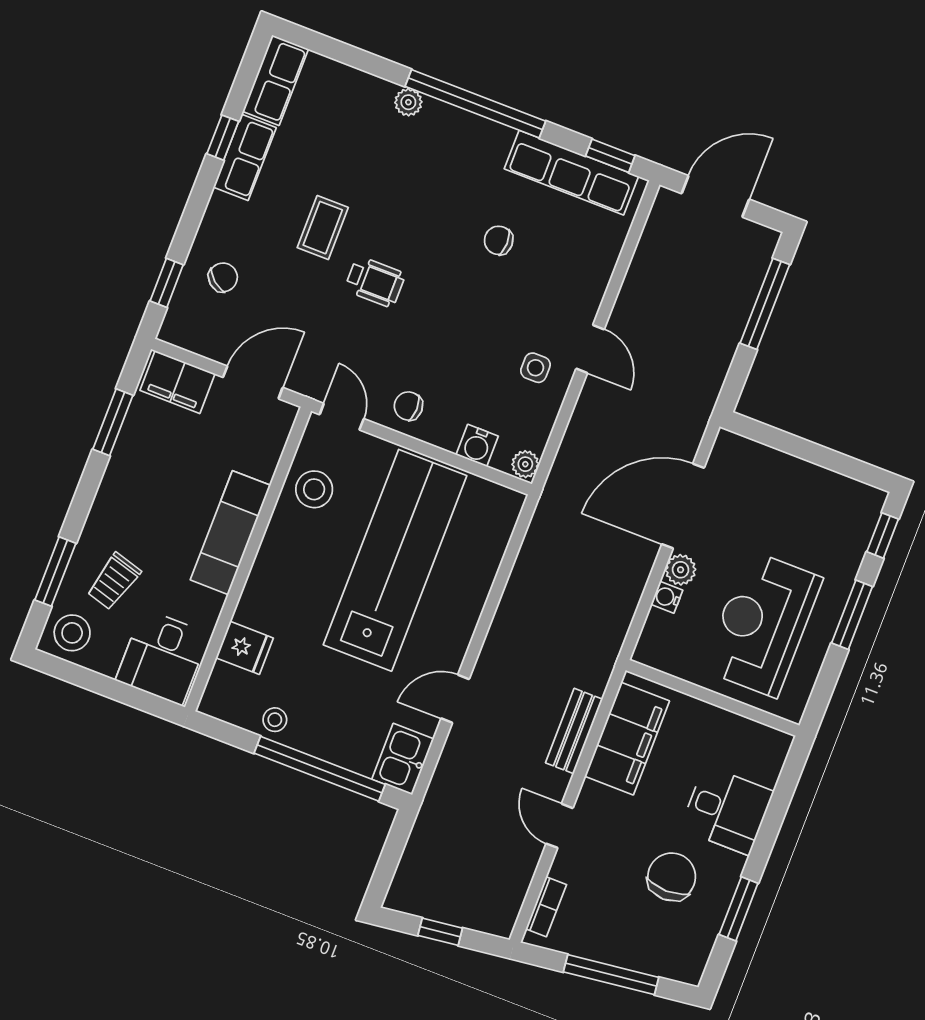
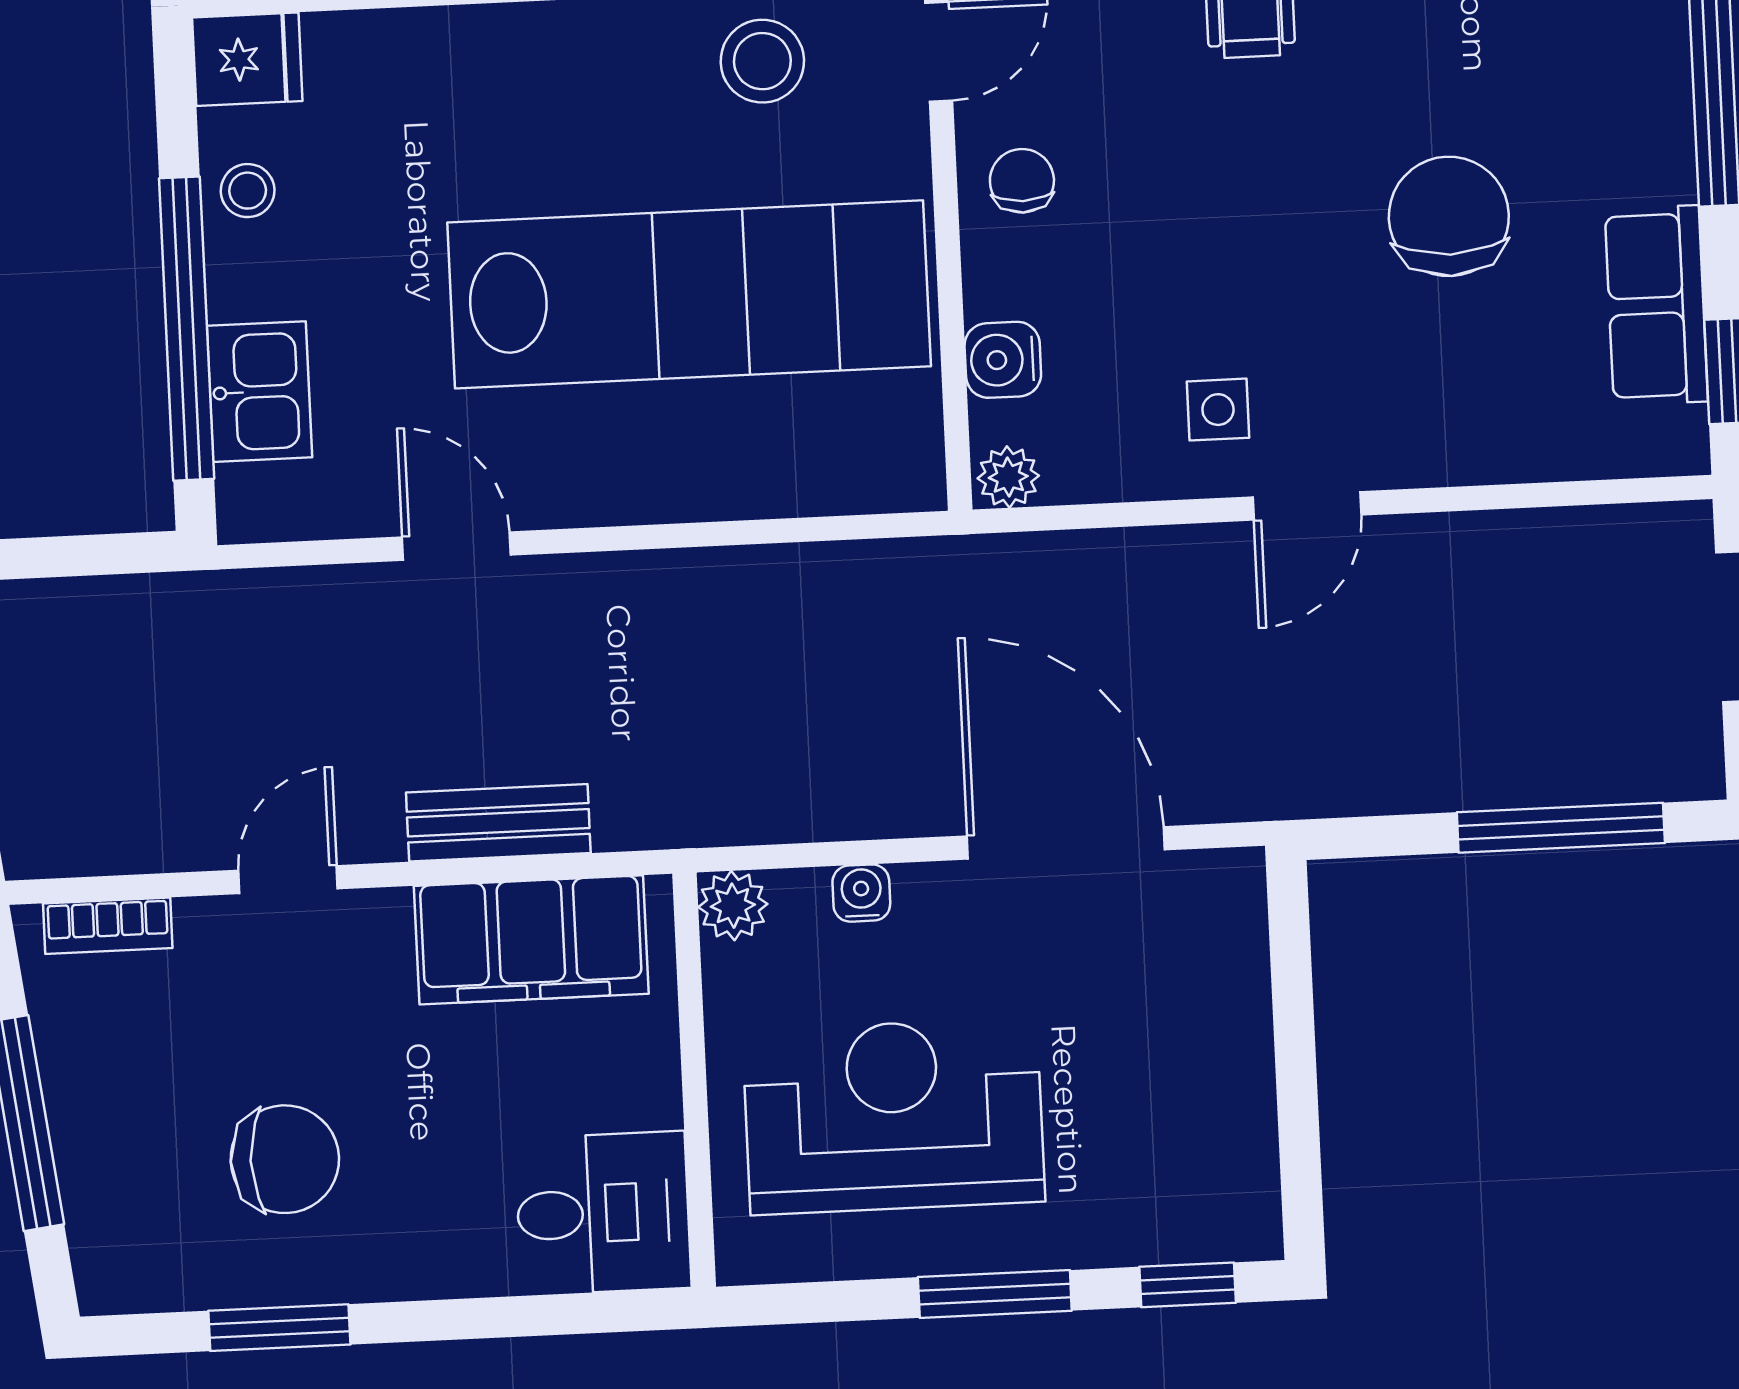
row of seats: (571, 173) -> (1656, 305), width x0.68
chair: (499, 240) -> (1449, 216), width x1.87, depth x1.87
plant: (681, 570) -> (733, 906), moved
fridge: (245, 648) -> (247, 59), moved, turned -90
kitchen sink: (403, 759) -> (259, 392), moved, turned 90
desk: (727, 810) -> (603, 1213), moved, turned -90

